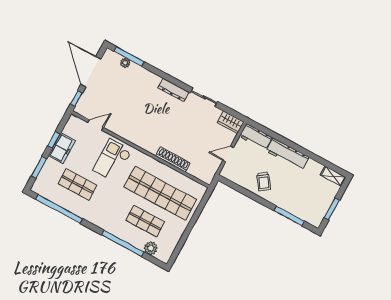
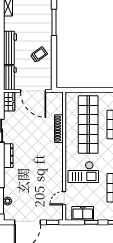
door: (96, 125) -> (64, 198), hinge flipped
freezer: (62, 148) -> (83, 213), moved
door: (228, 154) -> (33, 91), width x1.87

